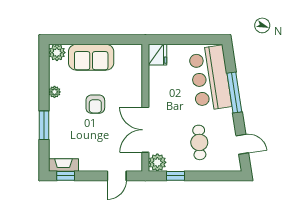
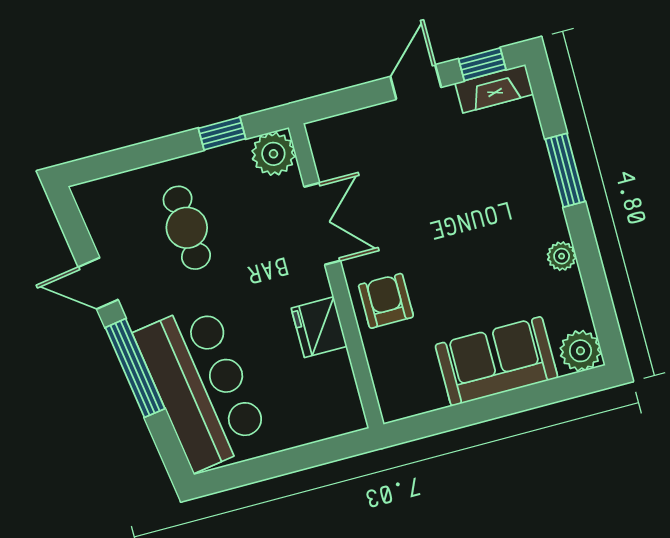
fridge: (158, 55) -> (319, 327), moved
armchair: (95, 104) -> (386, 301), moved
double door: (145, 130) -> (322, 224), width x0.73
door: (242, 144) -> (98, 283), moved
door: (117, 176) -> (416, 82), moved

